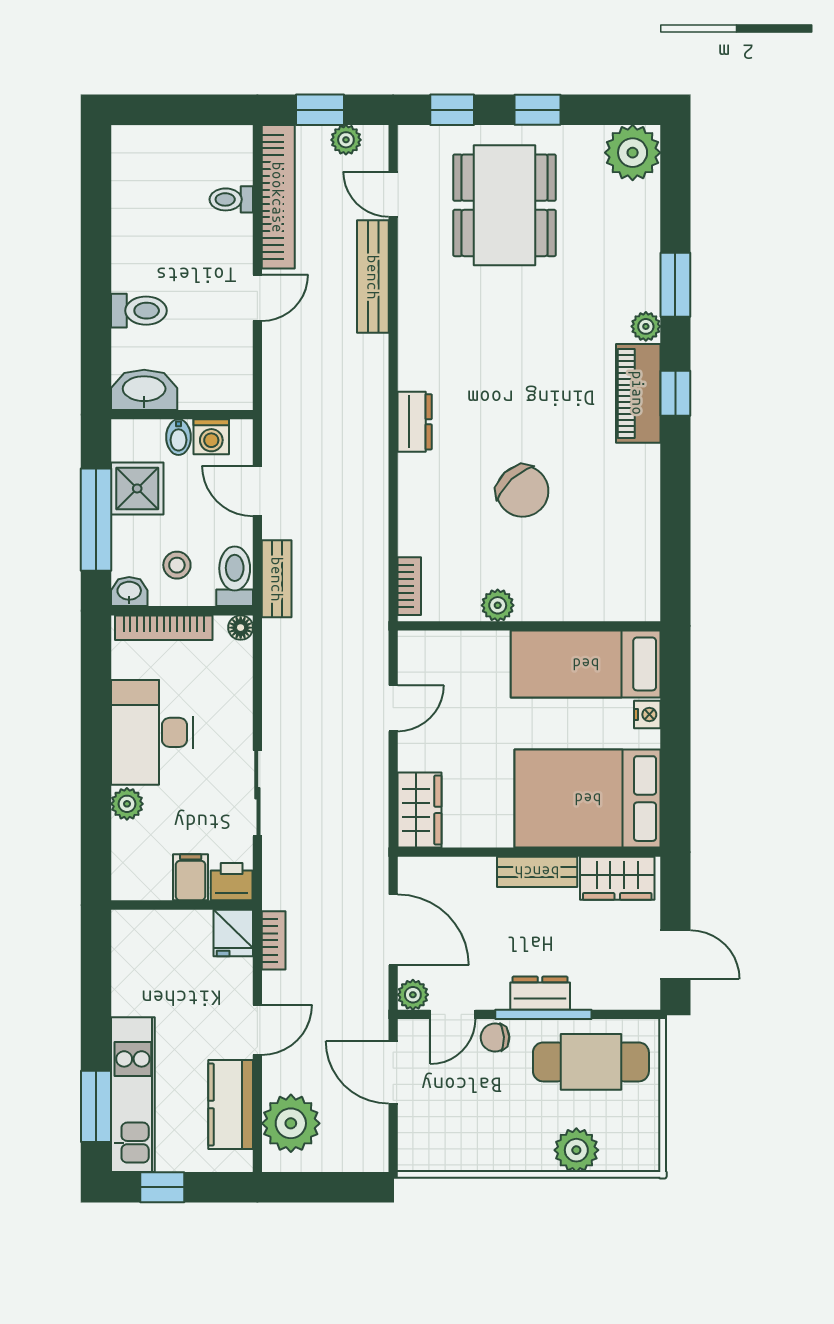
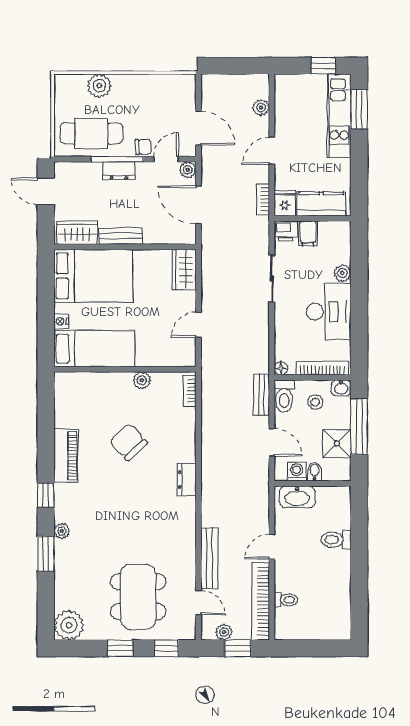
washbasin: (144, 390) -> (297, 497), moved
piano: (638, 393) -> (66, 456), moved
kitchen counter: (231, 1105) -> (321, 204), moved, turned -90
plant: (291, 1123) -> (261, 108), width x0.53, depth x0.53

